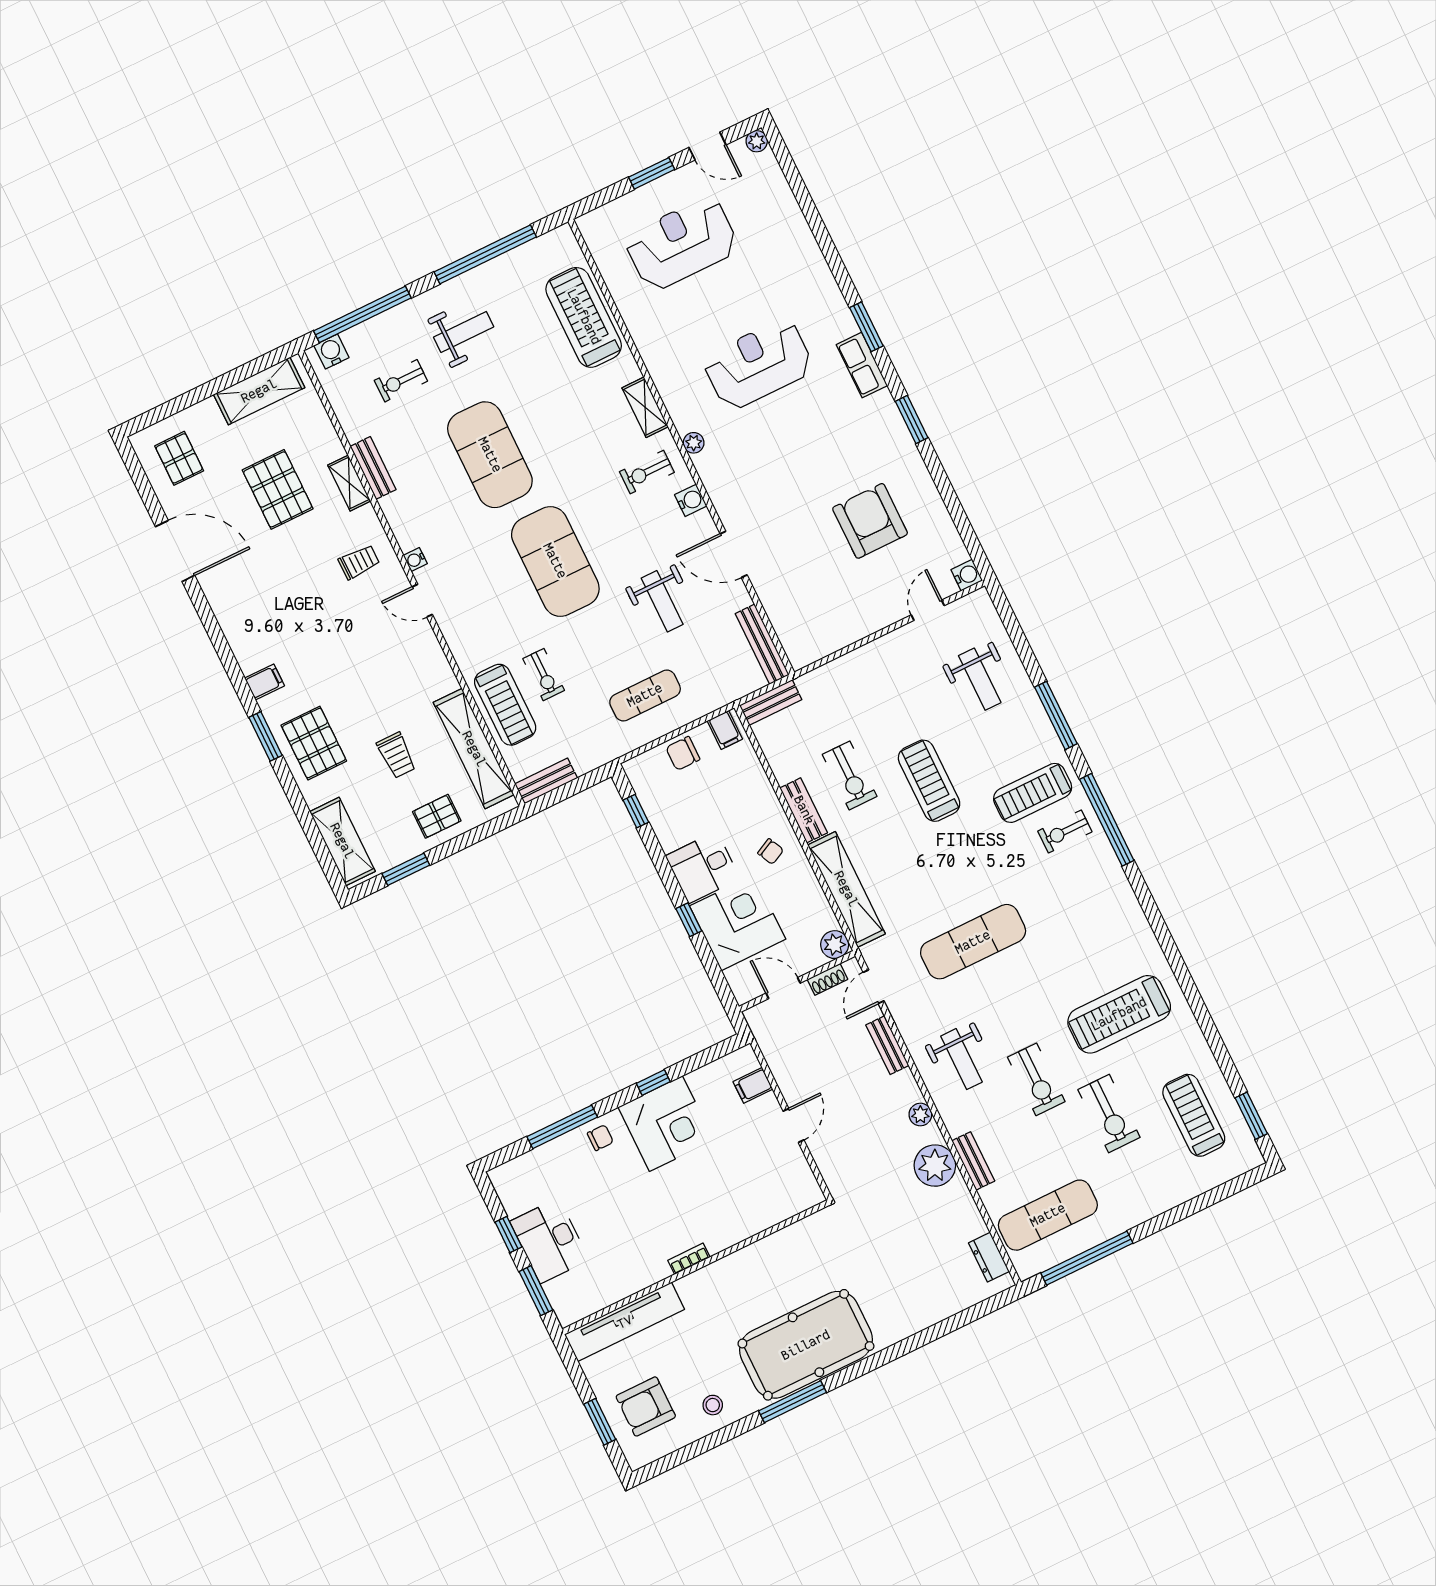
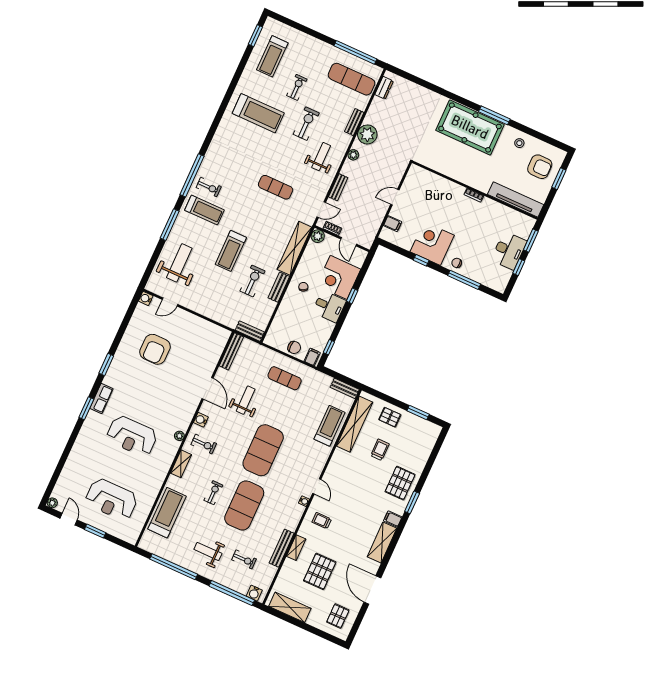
treadmill: (584, 317) -> (167, 513), turned 180
bench: (373, 468) -> (282, 548), width x1.36
exercise bike: (544, 675) -> (213, 493), moved
weight bench: (980, 679) -> (179, 263), width x1.36, depth x1.33
filing cabinet: (725, 730) -> (312, 357), moved
shelving: (342, 841) -> (382, 543), moved
exercise mat: (973, 942) -> (276, 187), width x0.73, depth x0.69
exercise bike: (1109, 1114) -> (297, 87), width x0.73, depth x0.72

